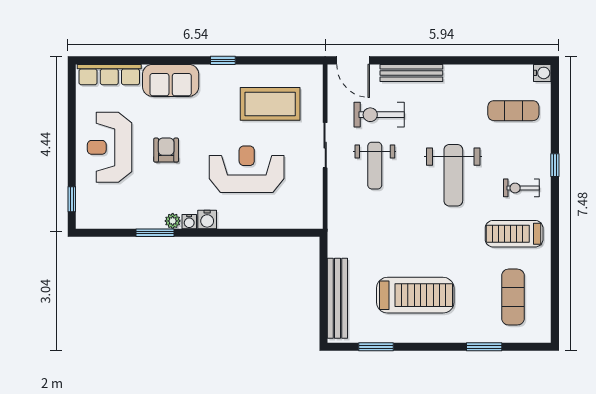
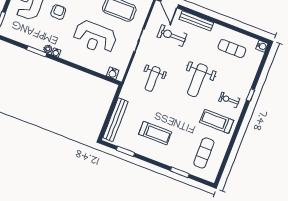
exercise mat: (513, 111) -> (232, 49), moved
weight bench: (375, 166) -> (153, 79), moved
reception desk: (247, 169) -> (95, 37), turned 180
water cooler: (207, 219) -> (113, 73), moved
treadmill: (415, 295) -> (155, 133), width x0.73, depth x0.73

